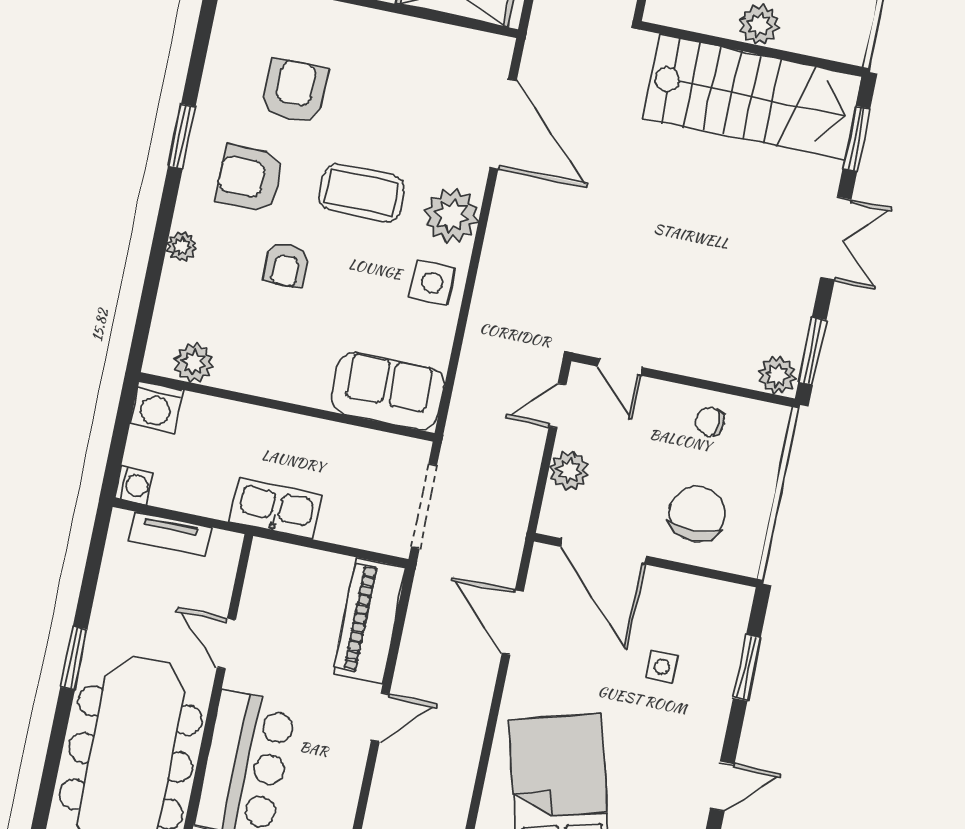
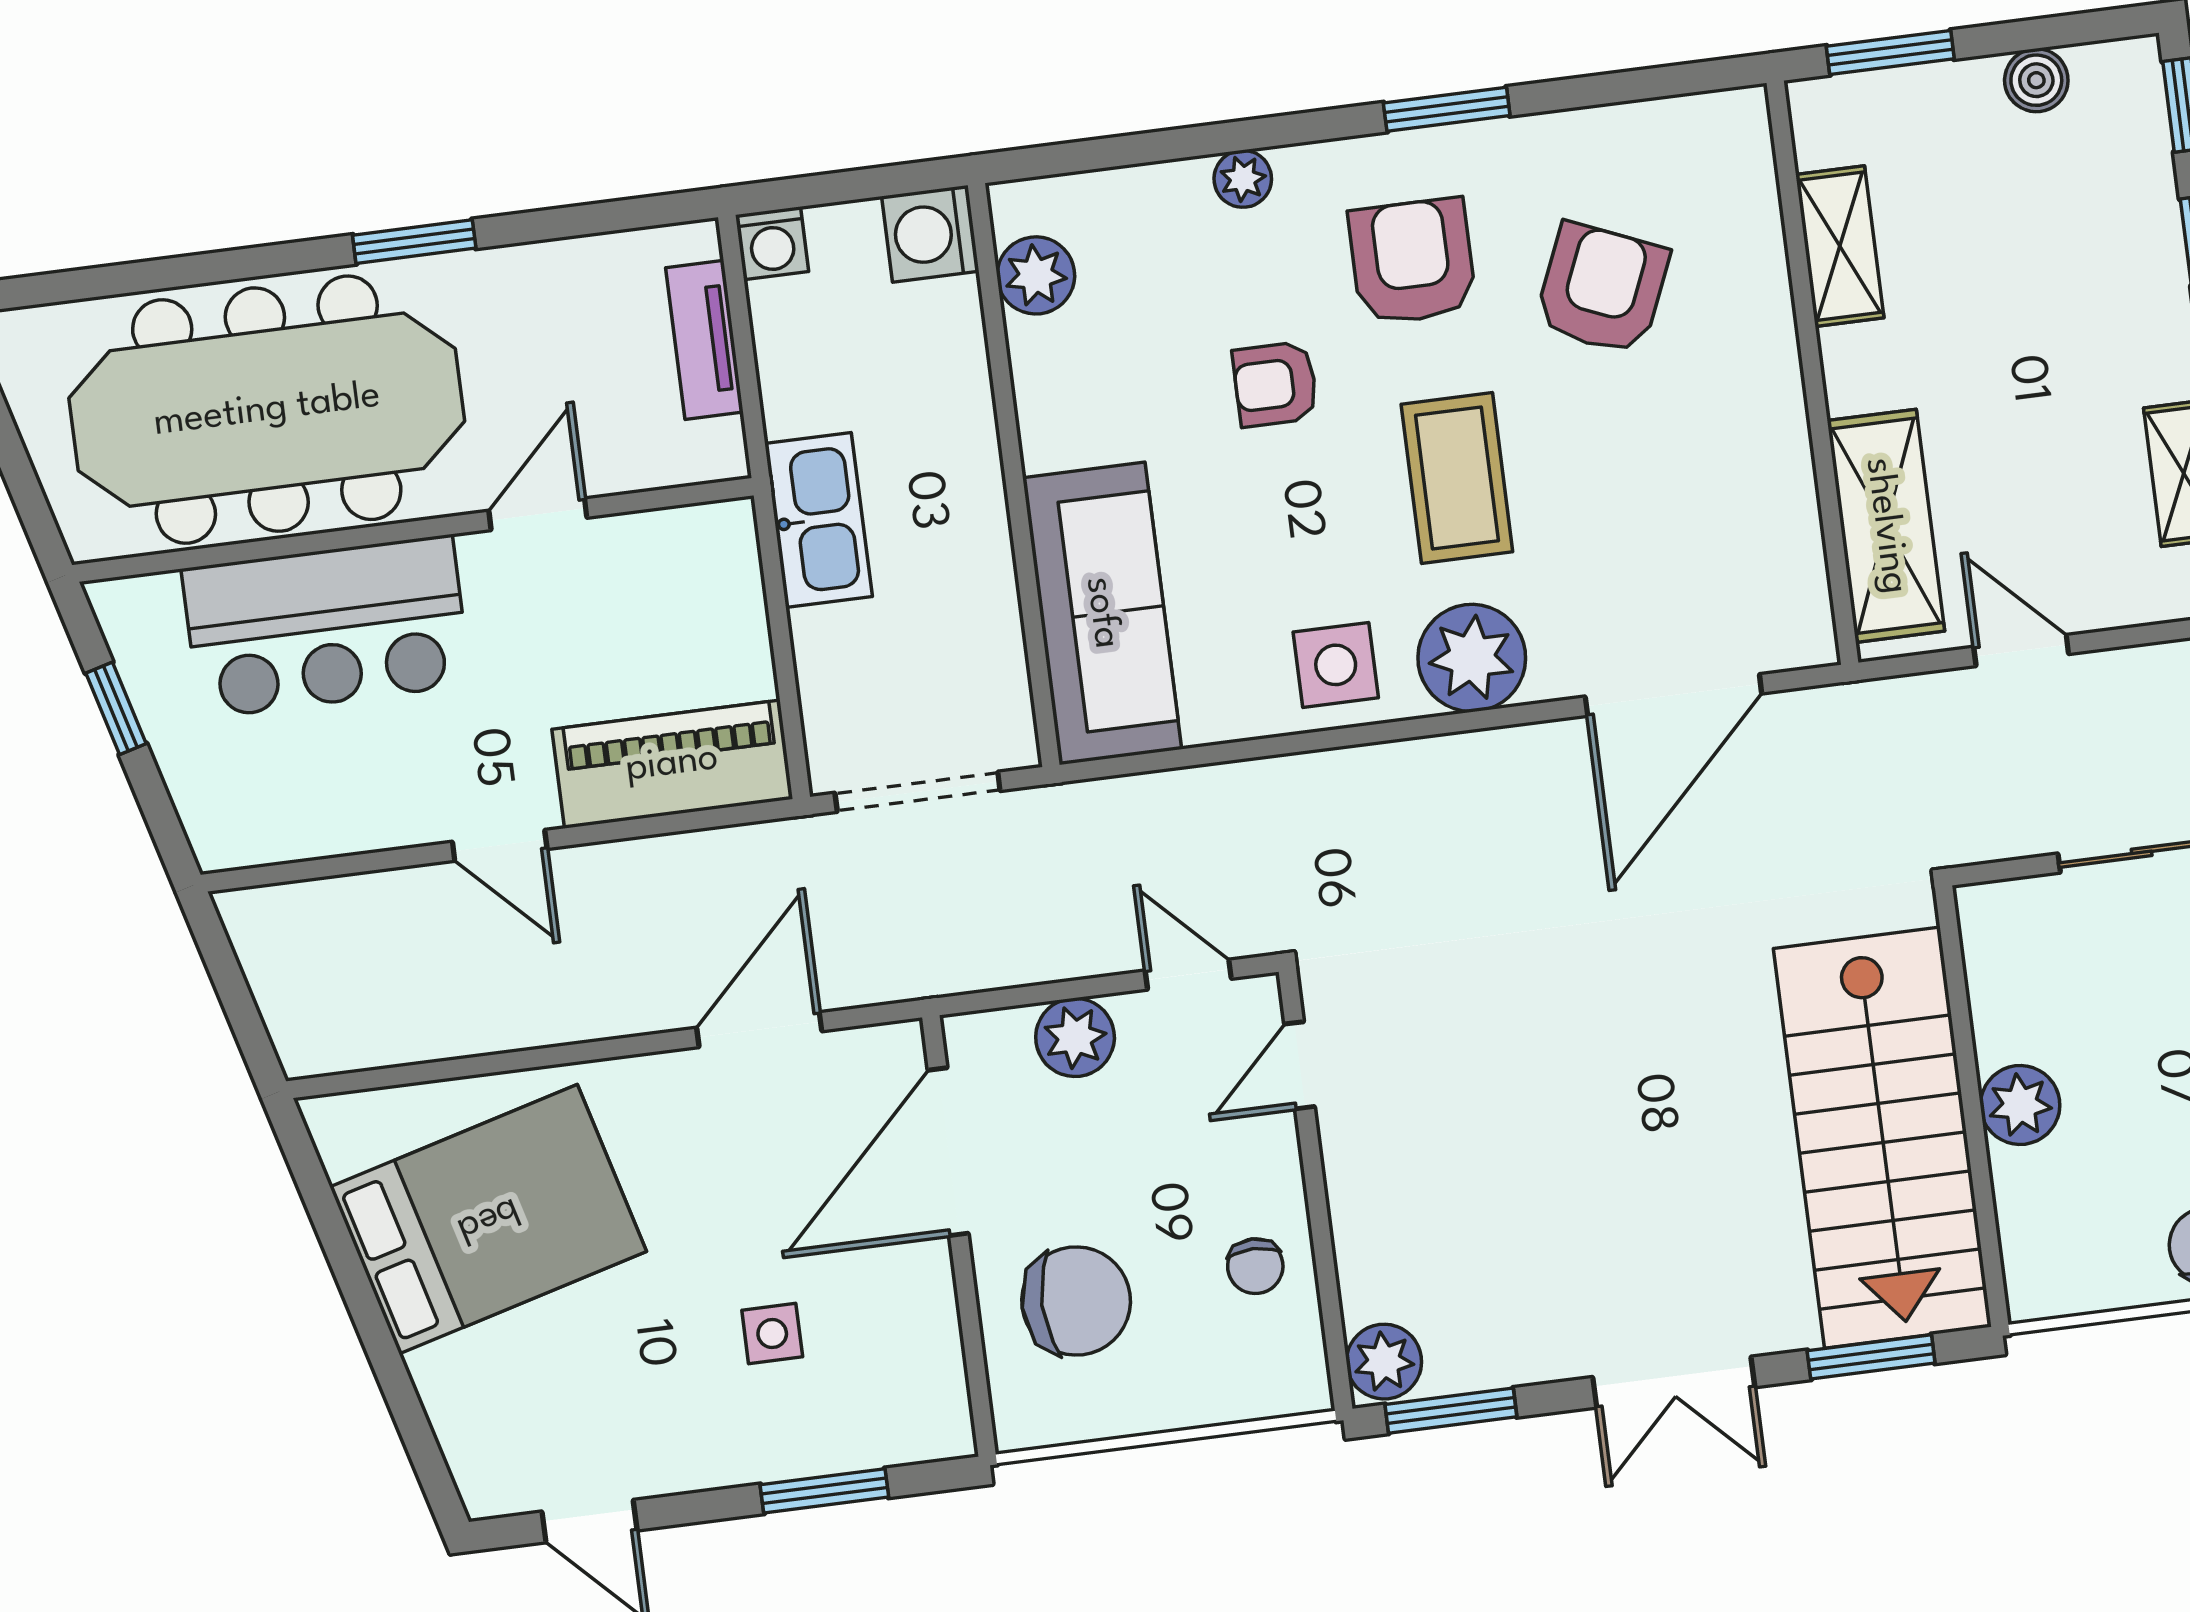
armchair: (295, 91) -> (1602, 289), turned -67
sofa: (388, 391) -> (1102, 613), width x1.36
chair: (710, 422) -> (1255, 1266), turned 180

